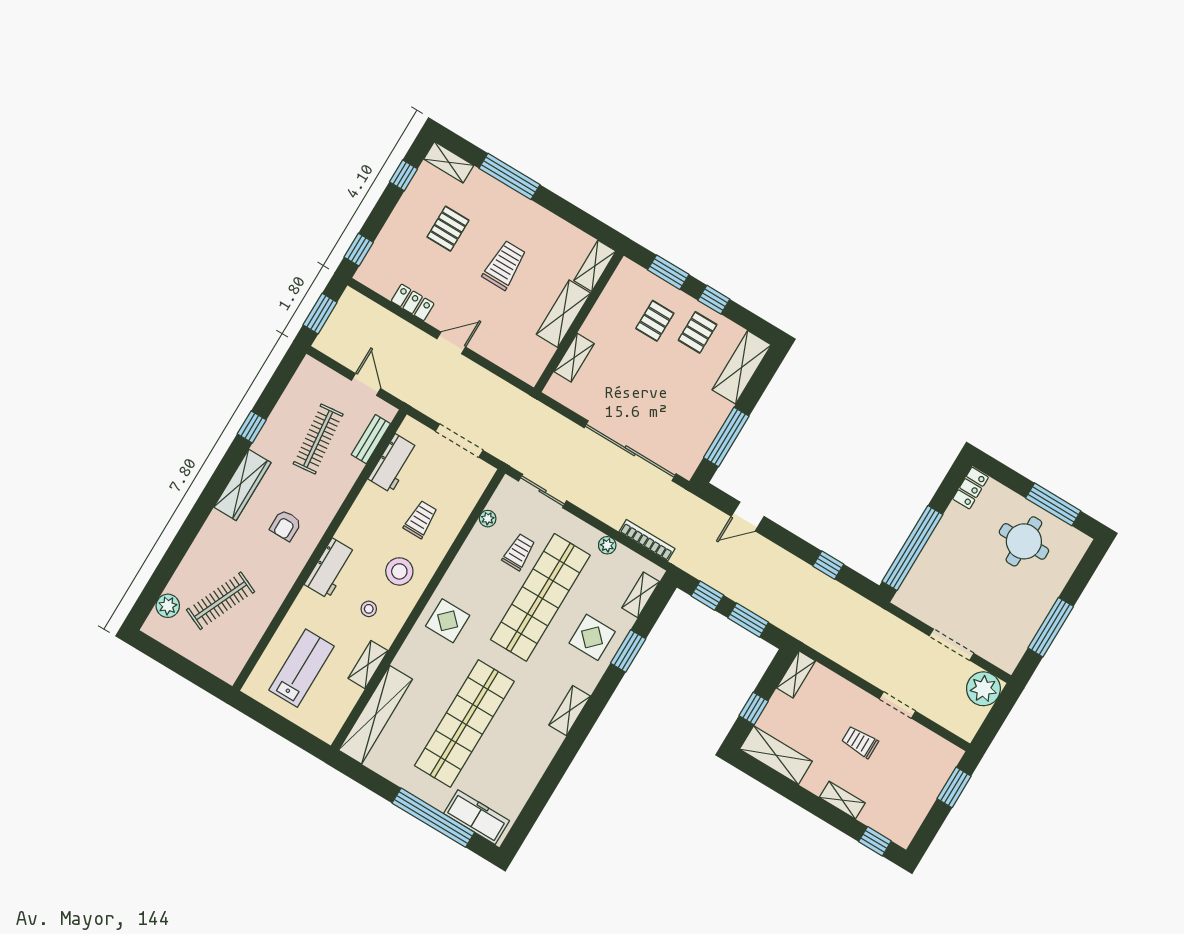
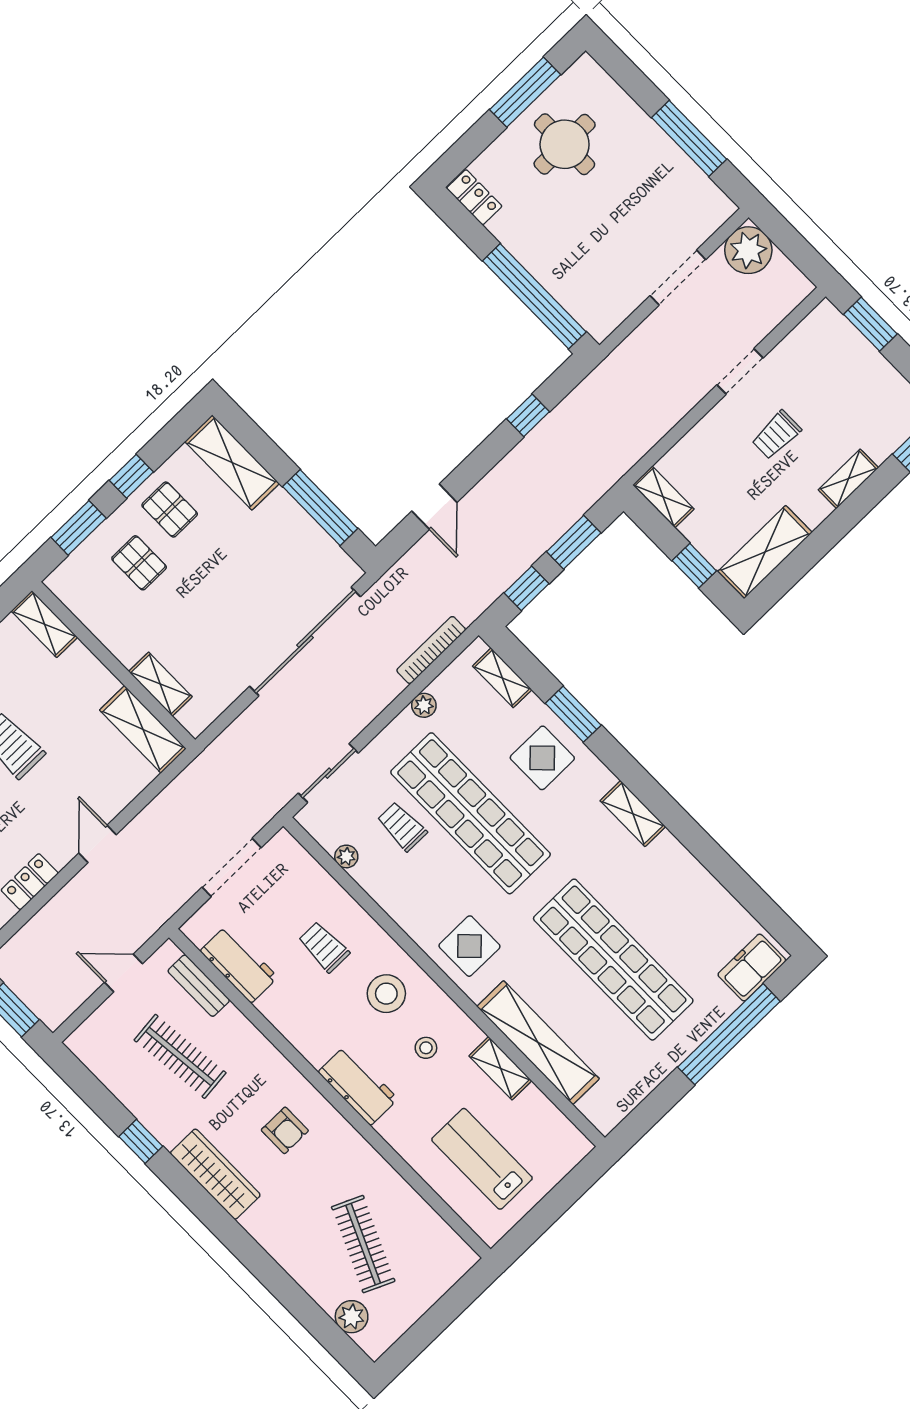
shelving: (564, 314) -> (143, 729), moved
shelving: (376, 715) -> (538, 1043), moved
freezer: (477, 817) -> (752, 968), width x0.71

